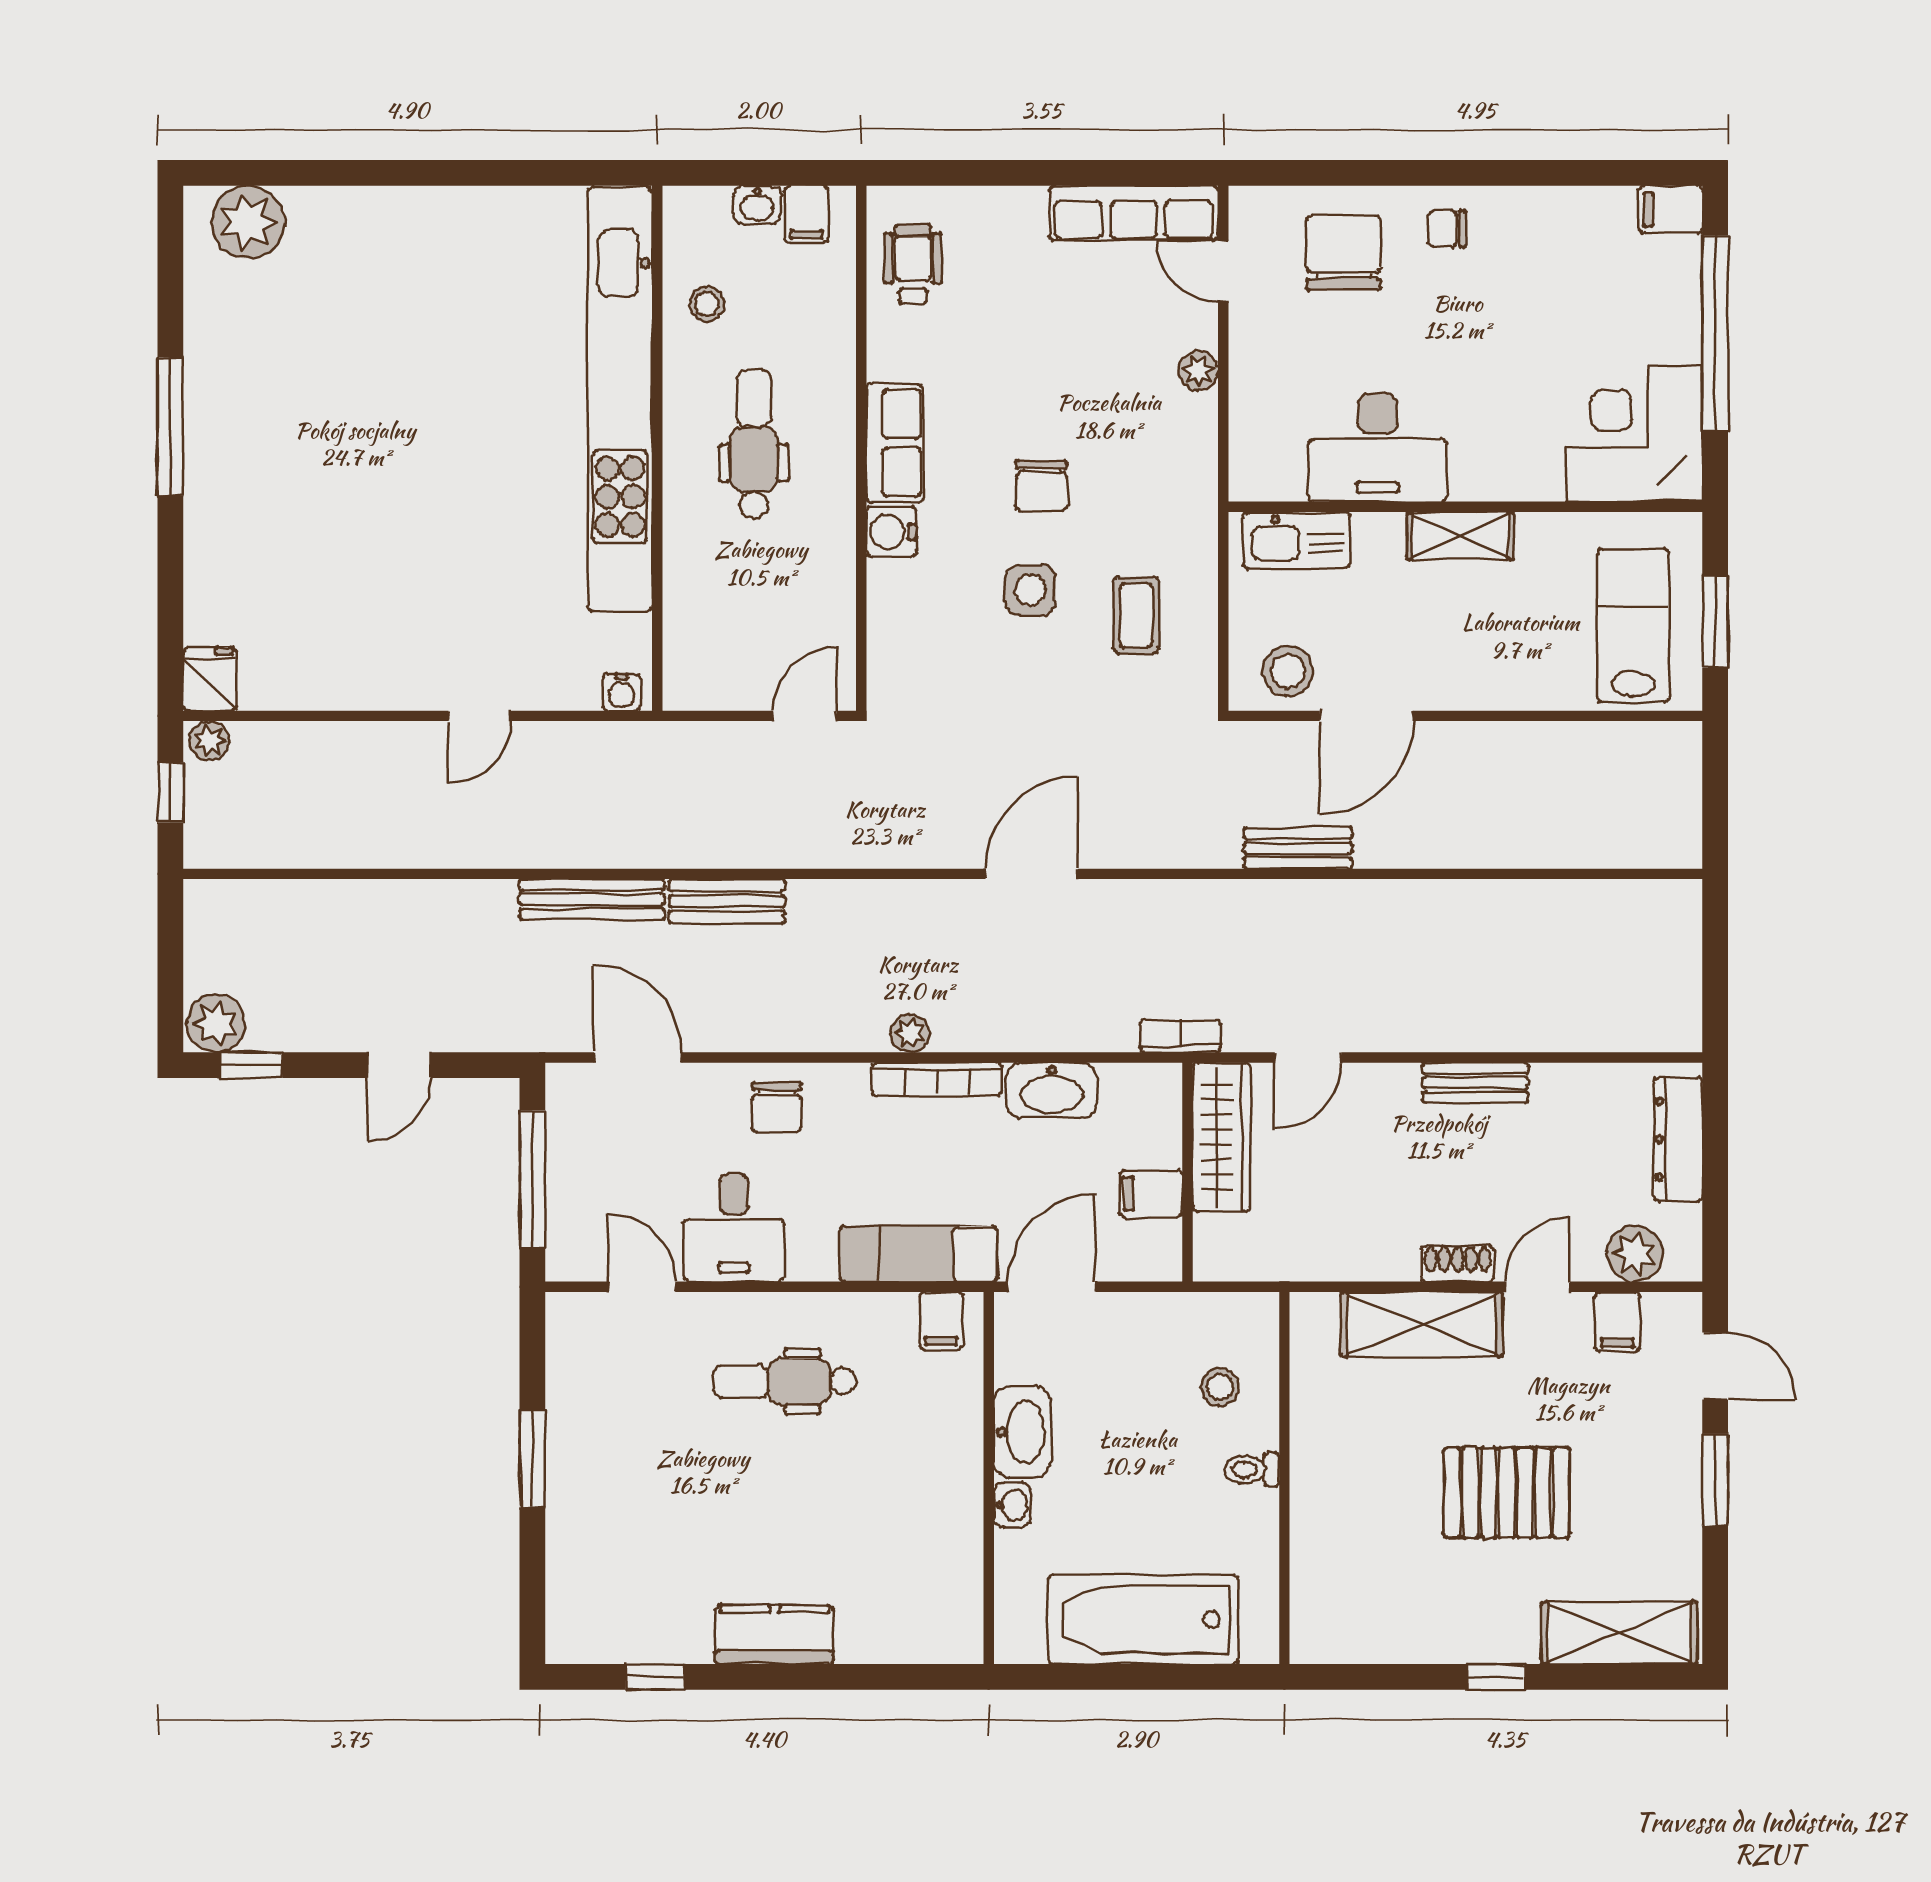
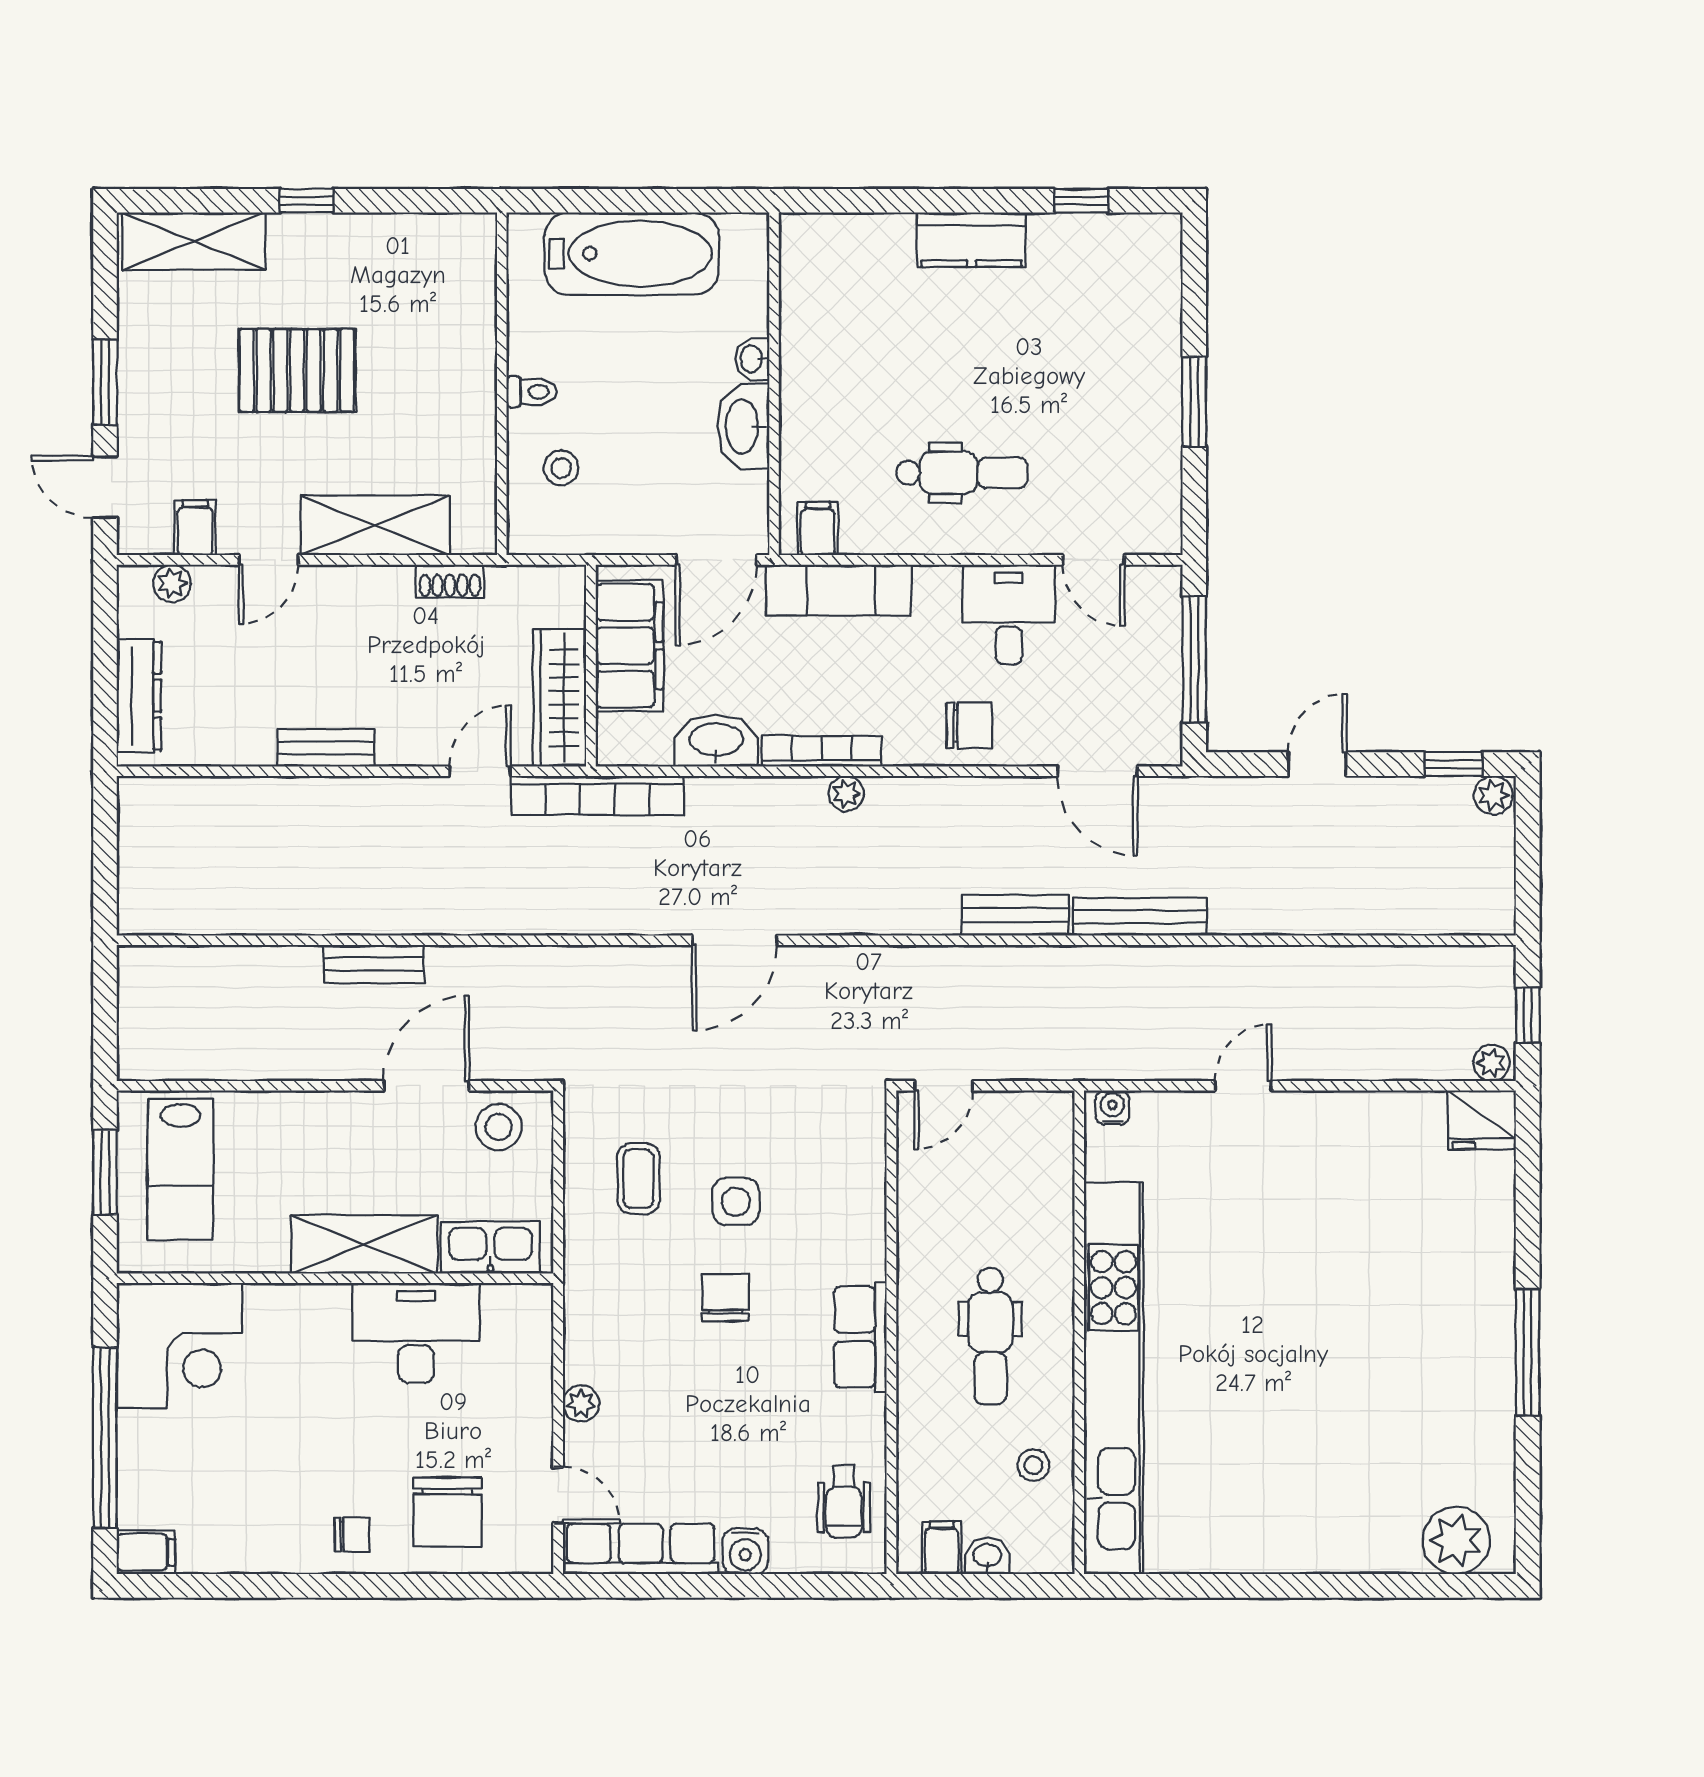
water cooler: (891, 531) -> (745, 1551), moved, turned 90
shelving: (1460, 536) -> (364, 1244), width x1.50, depth x1.33
fridge: (210, 679) -> (1482, 1120), width x1.38
bench: (1298, 848) -> (374, 964), moved
plant: (216, 1023) -> (1493, 795), width x0.73, depth x0.73
bookcase: (1181, 1036) -> (597, 795), width x2.31, depth x1.31
chair: (777, 1107) -> (969, 725), turned 90
filing cabinet: (1151, 1194) -> (630, 646), width x3.00, depth x1.17
plant: (1635, 1254) -> (172, 583), width x0.73, depth x0.73
shoe rack: (1458, 1264) -> (450, 581), moved

